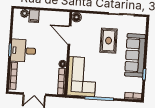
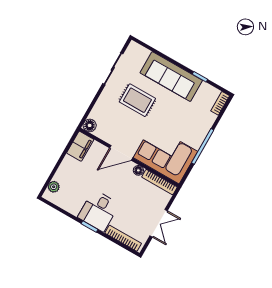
filing cabinet: (34, 16) -> (80, 146), moved, width x2.00
door: (69, 35) -> (121, 153), moved

